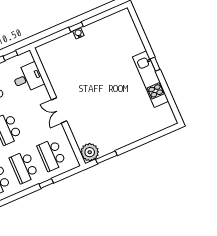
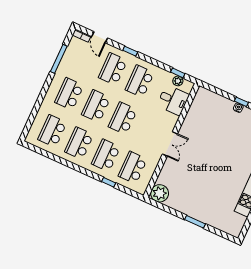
plant: (16, 61) -> (178, 81), added
double door: (59, 110) -> (170, 144), swing flipped
window: (106, 157) -> (195, 222), moved

